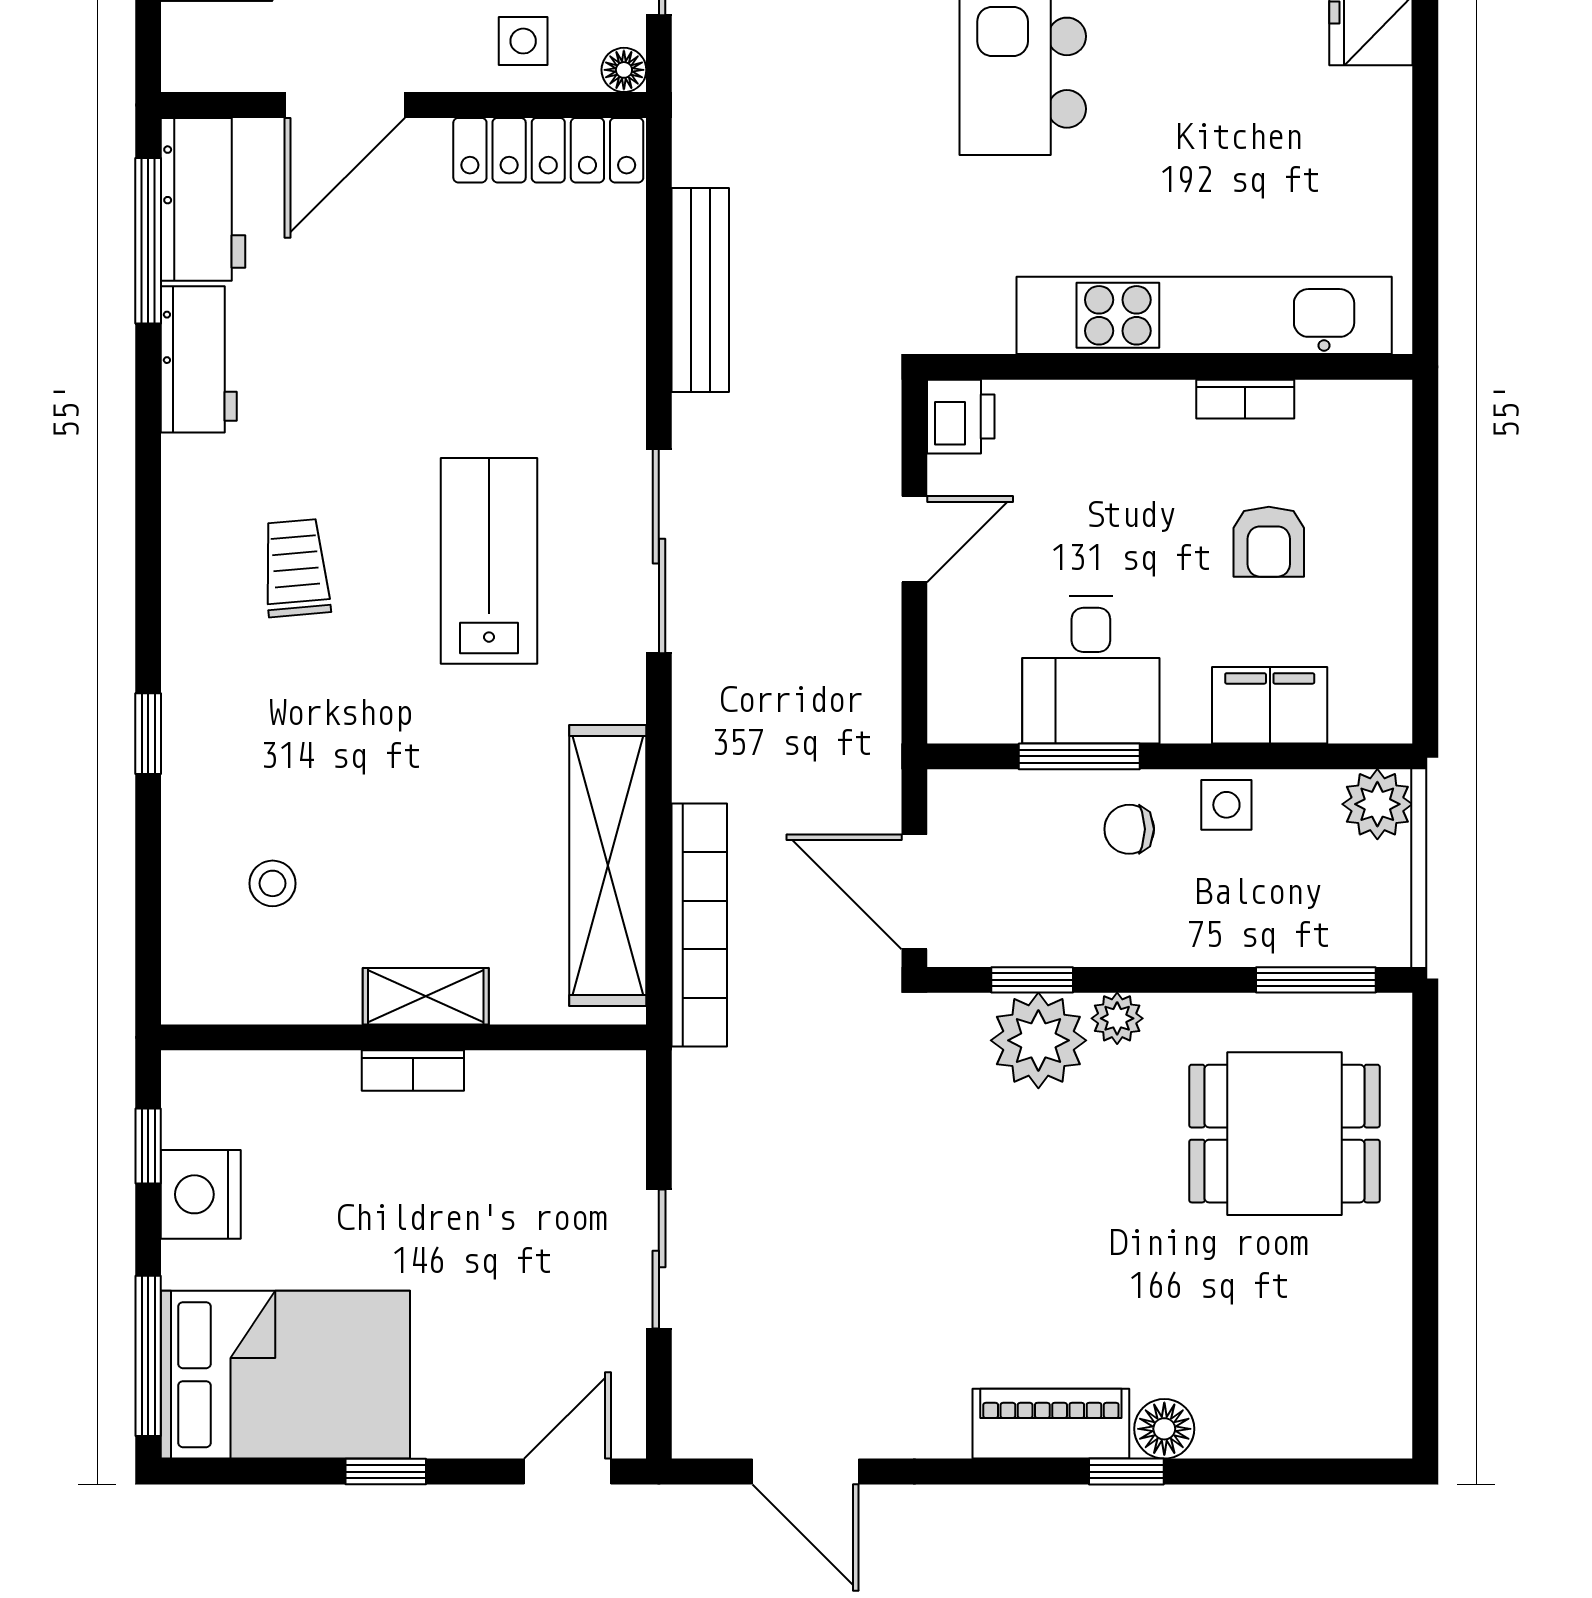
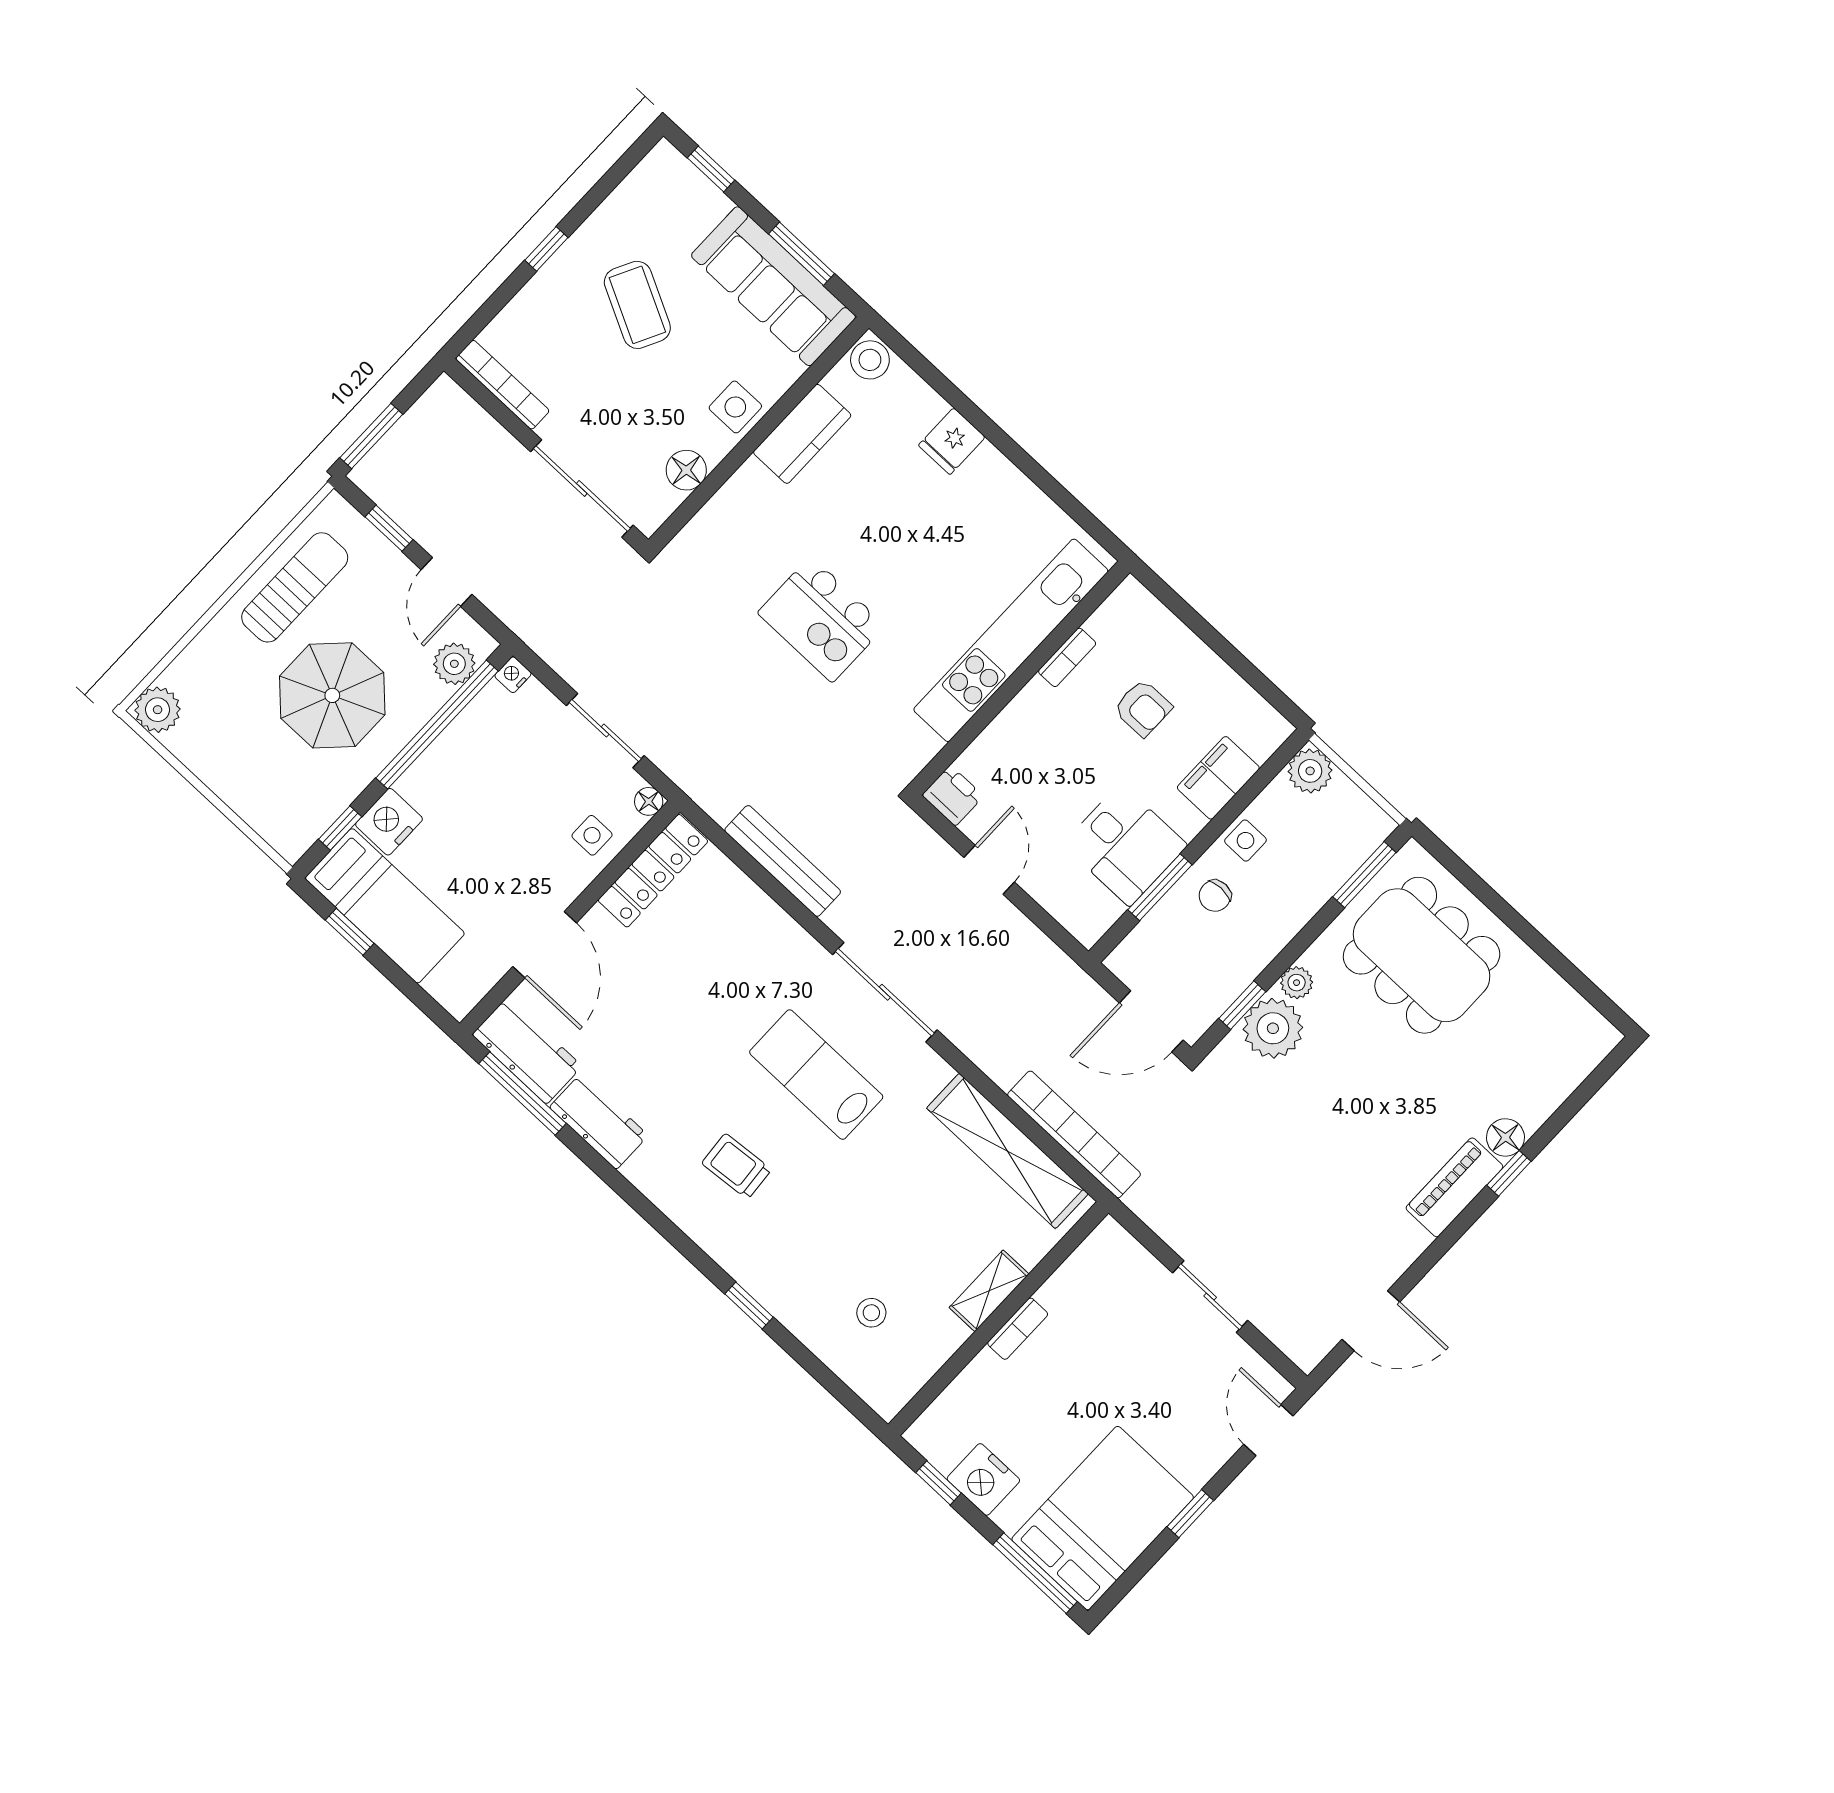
dining table: (1285, 1134) -> (1422, 955), width x1.38

